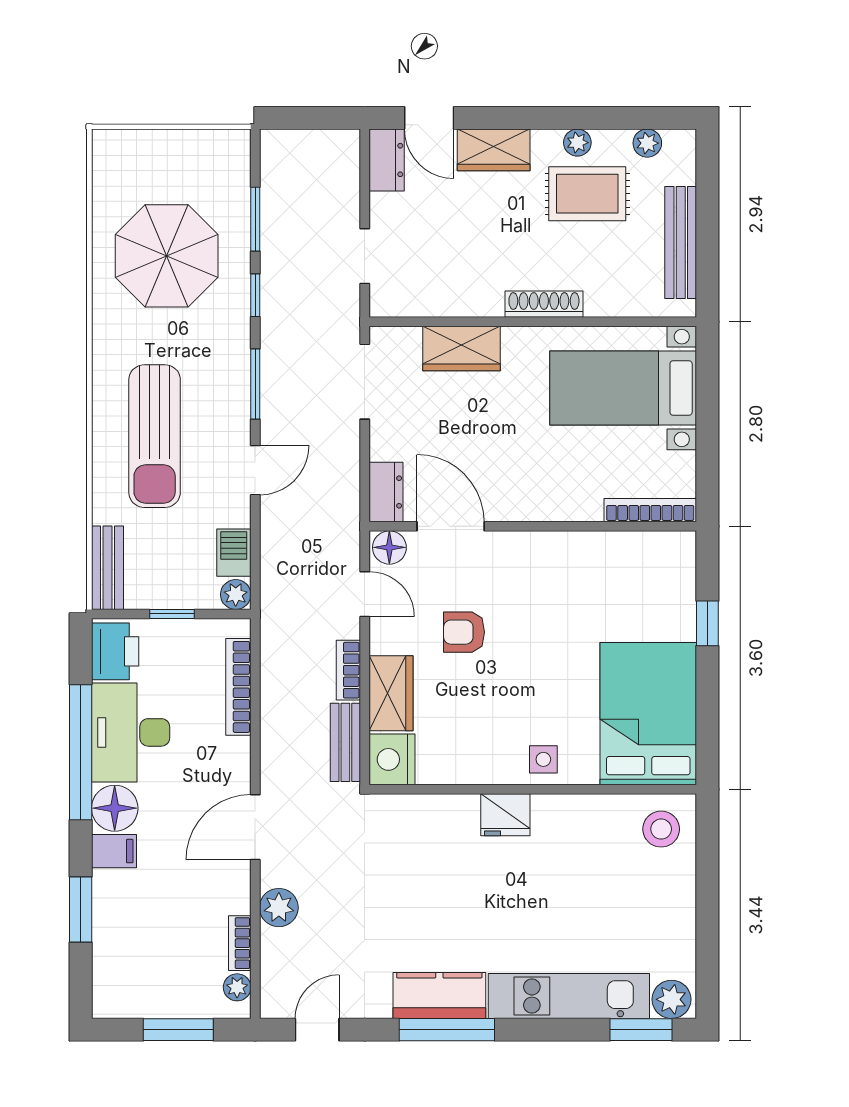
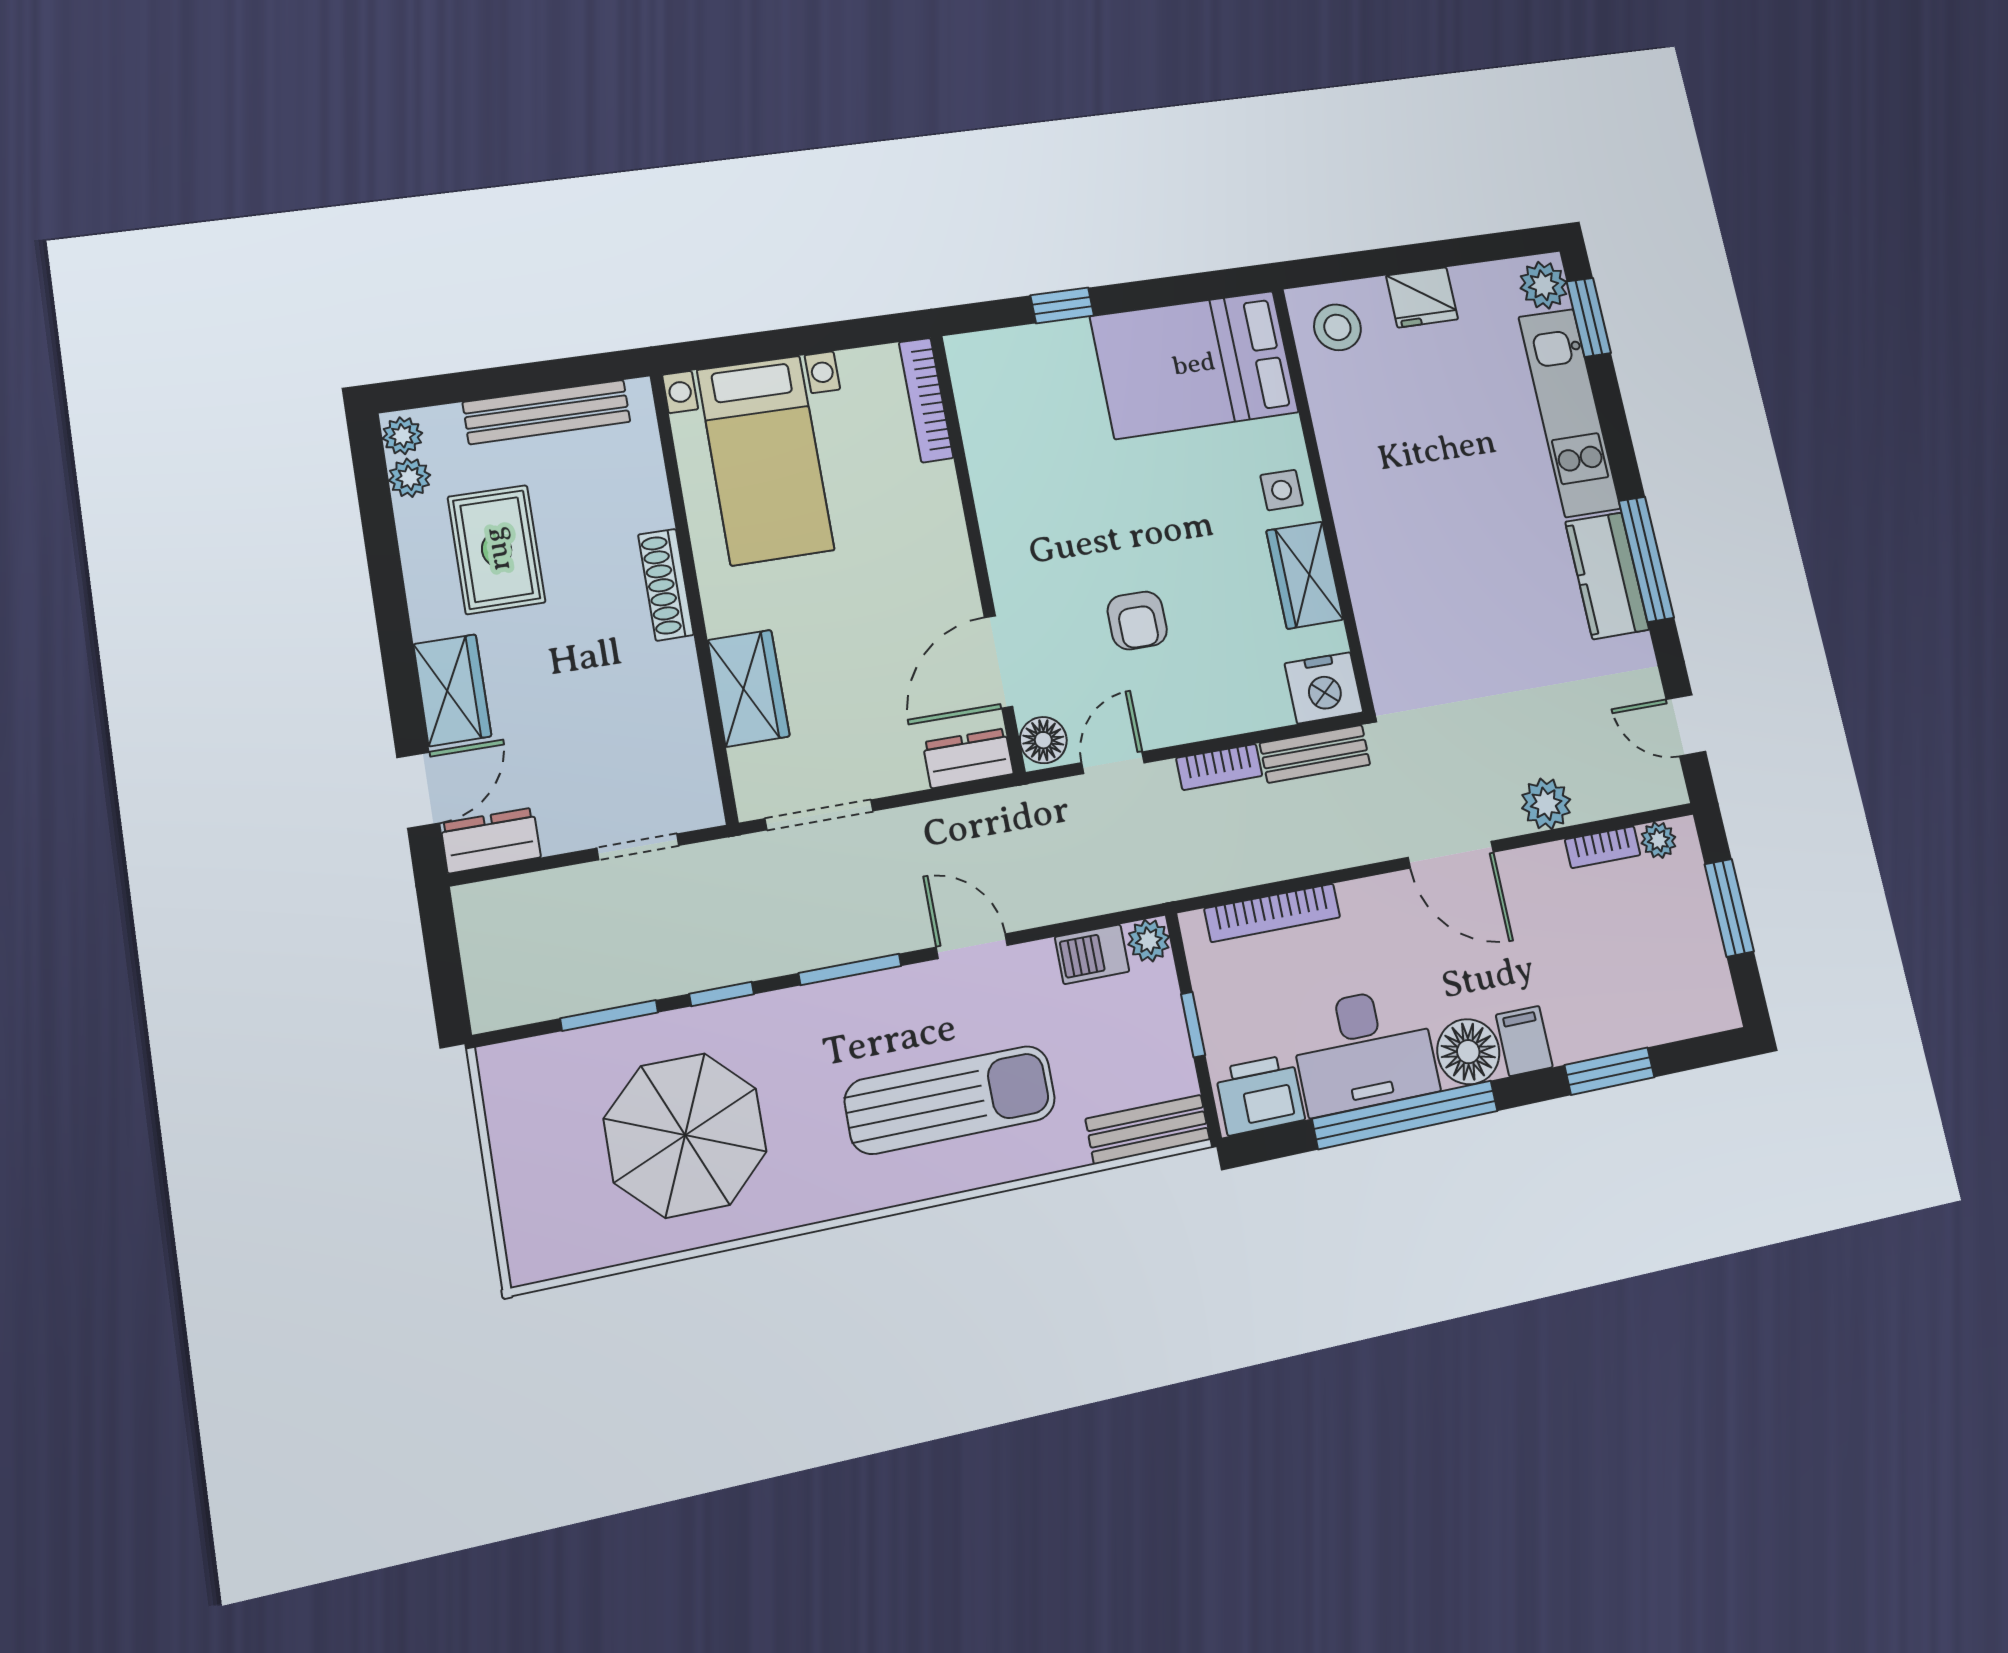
plant: (577, 143) -> (402, 436), moved
wardrobe: (391, 693) -> (1305, 575), moved, turned -90
fridge: (505, 815) -> (1422, 297), moved, turned 90

